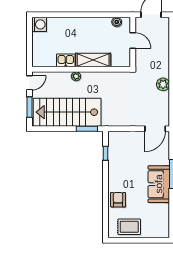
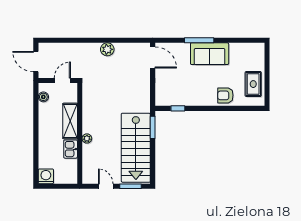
kitchen sink: (66, 60) -> (71, 149), moved
shelving: (93, 60) -> (70, 121), moved
wall: (81, 69) -> (80, 133), moved
plant: (76, 76) -> (87, 138), moved

